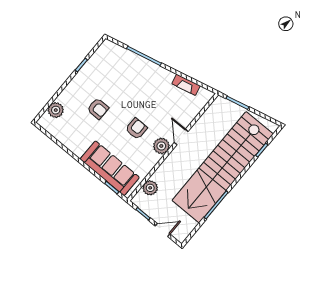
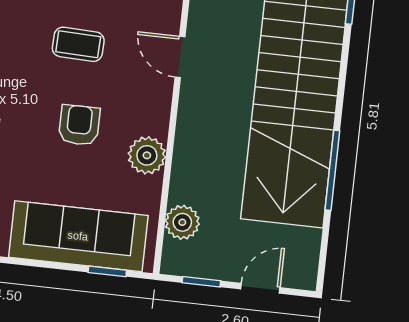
coffee table: (155, 100) -> (78, 44), added
door: (181, 137) -> (180, 57), moved
plant: (161, 146) -> (147, 155), moved

